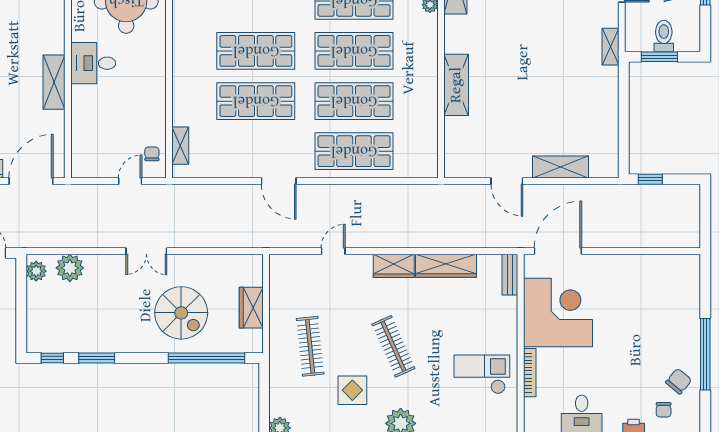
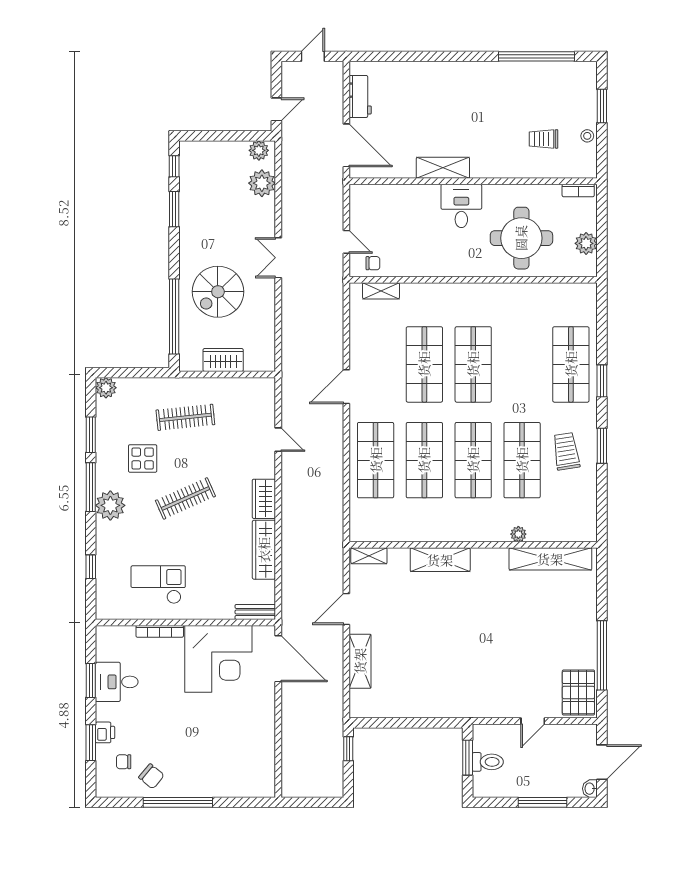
shelving: (610, 47) -> (369, 556), moved
checkout: (482, 374) -> (158, 585), turned -90

